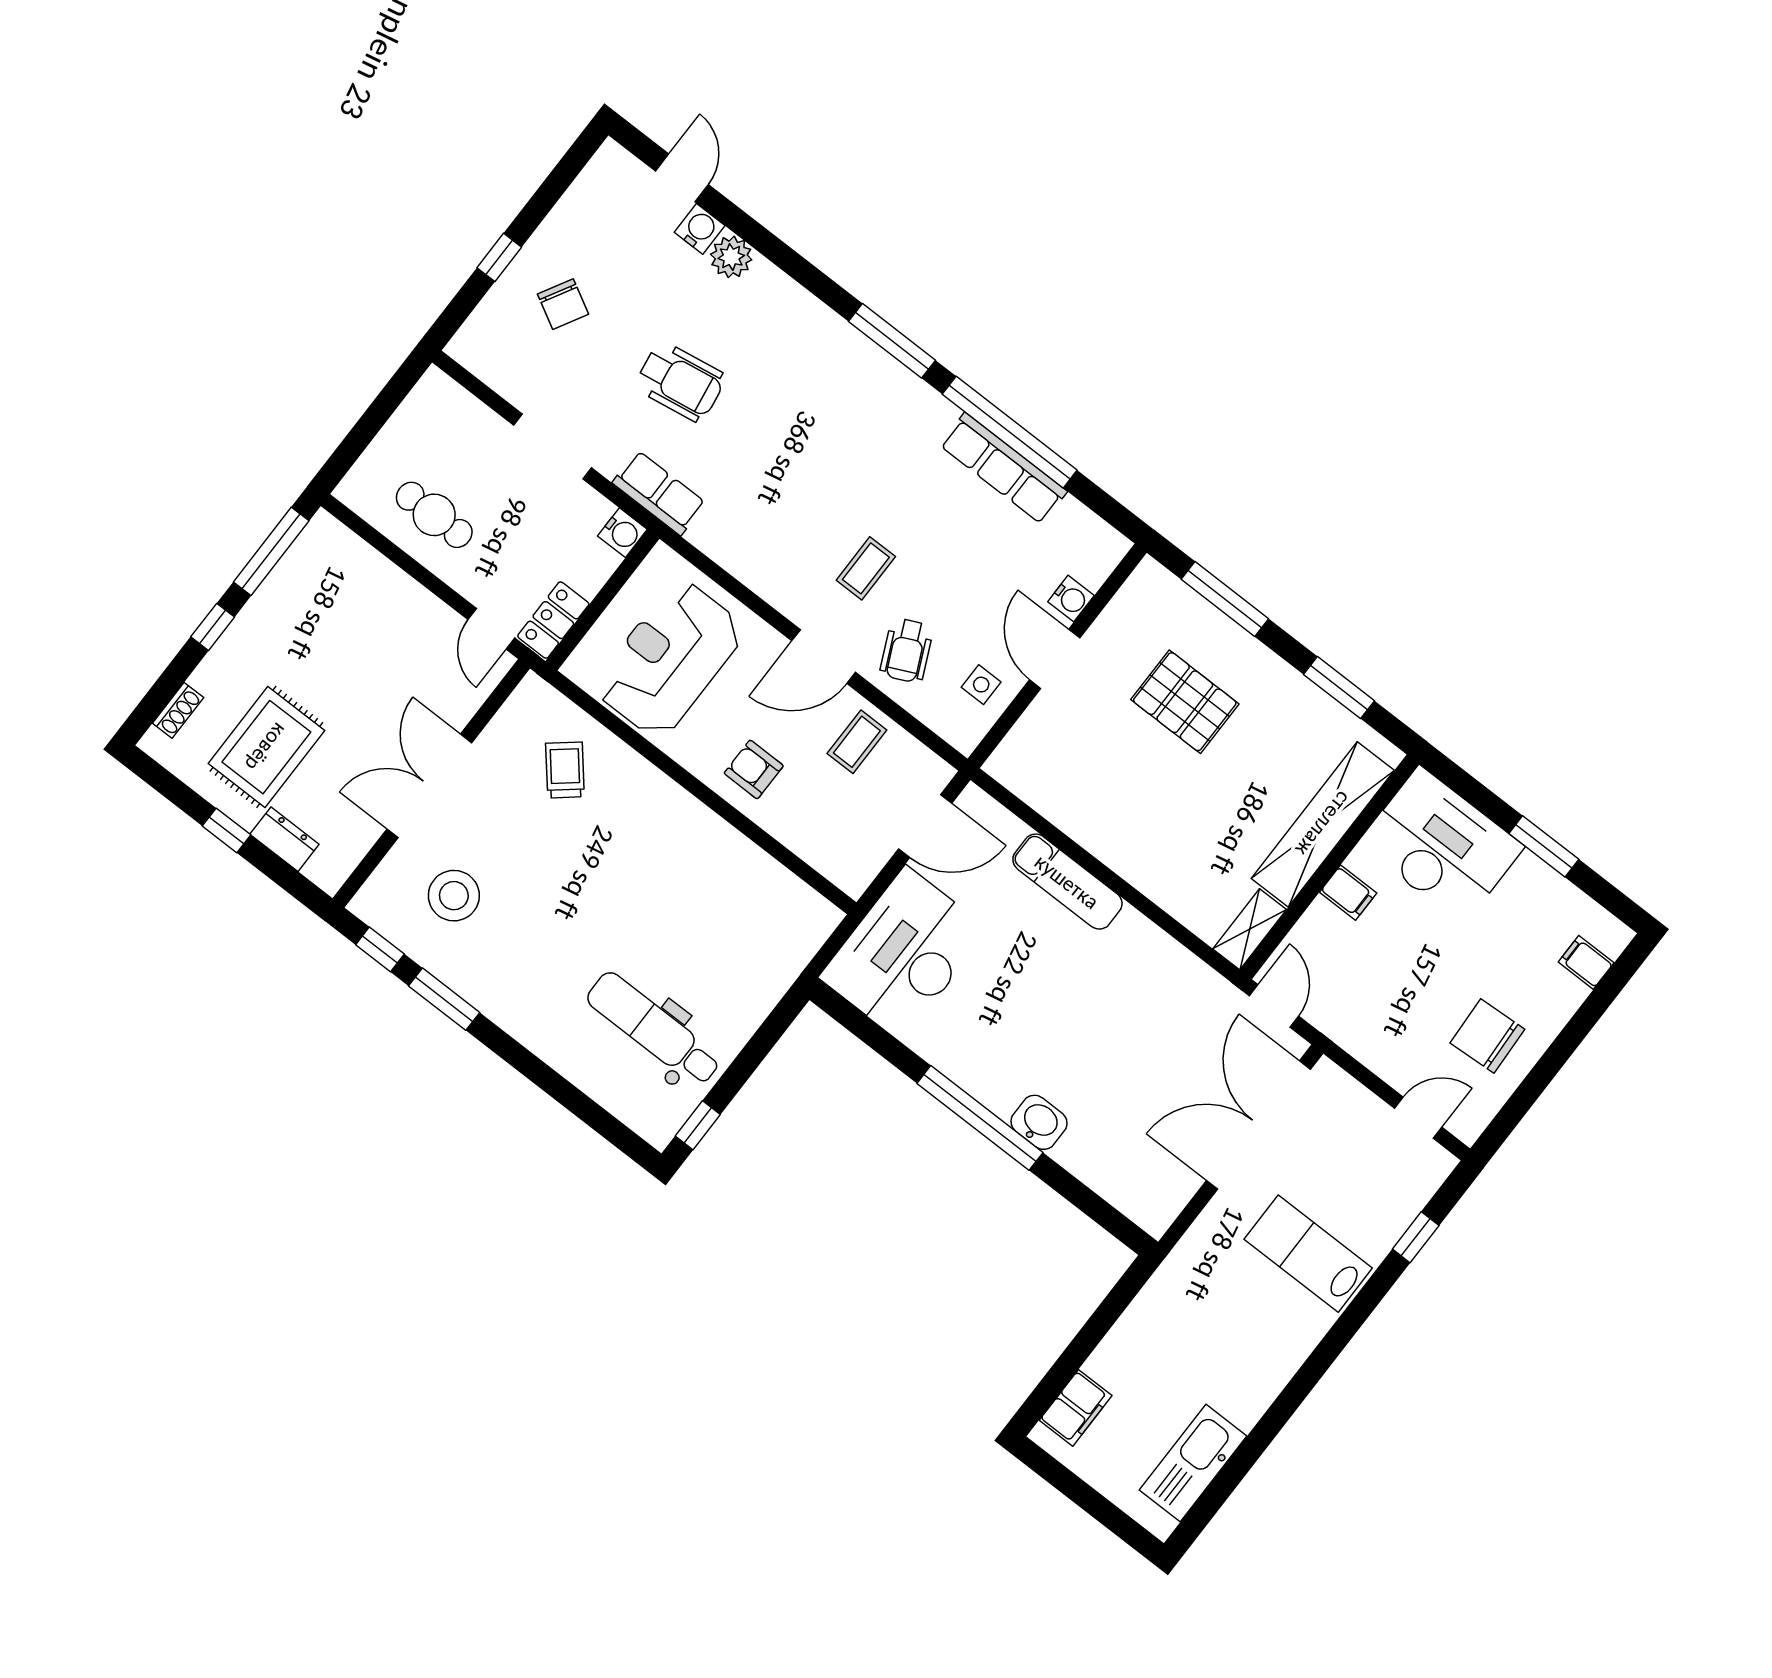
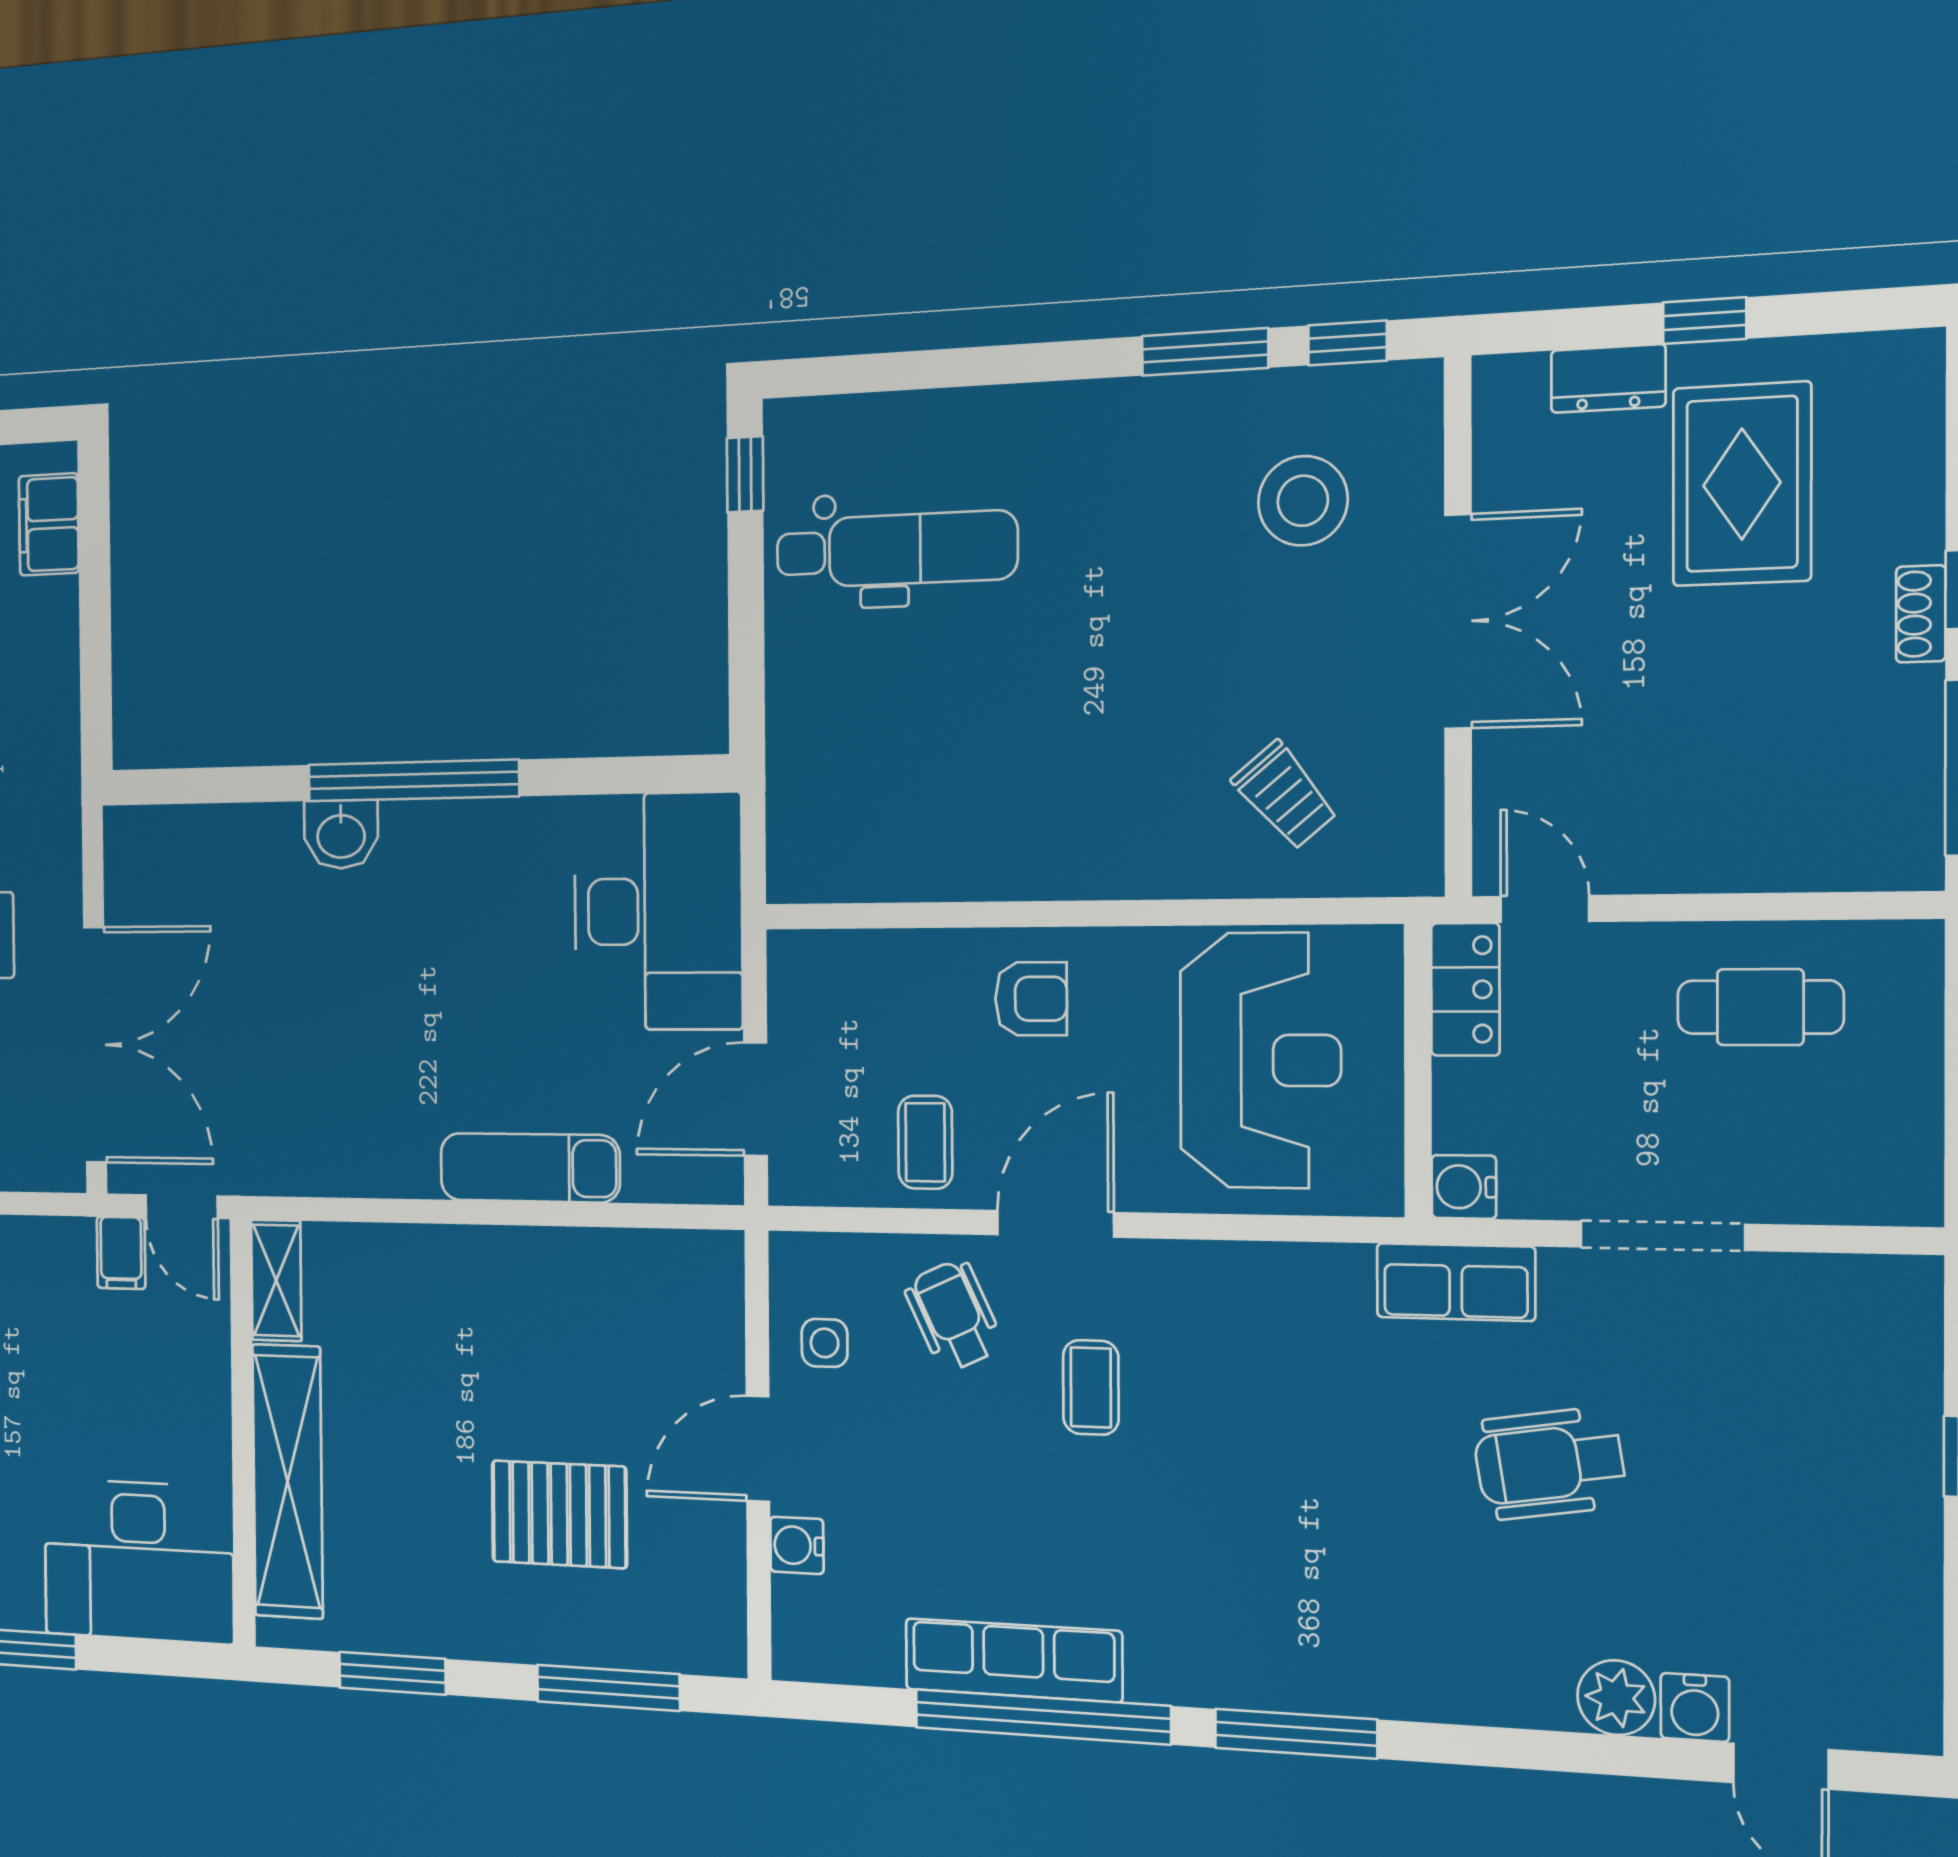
chair: (563, 304) -> (1812, 1455), removed
door: (1055, 659) -> (758, 1449), swing flipped
shoe rack: (178, 710) -> (1921, 614), moved
filing cabinet: (1348, 893) -> (121, 1253), moved, turned -90

